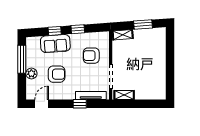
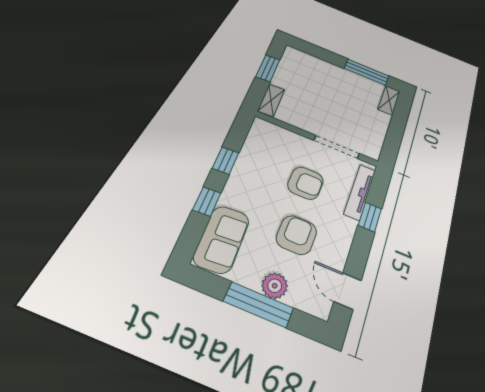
sofa: (55, 44) -> (222, 239), moved
armchair: (91, 56) -> (306, 183), moved, turned -90
window: (22, 59) -> (259, 305), moved
window: (170, 77) -> (367, 72), added
shelving: (124, 95) -> (389, 100), moved

